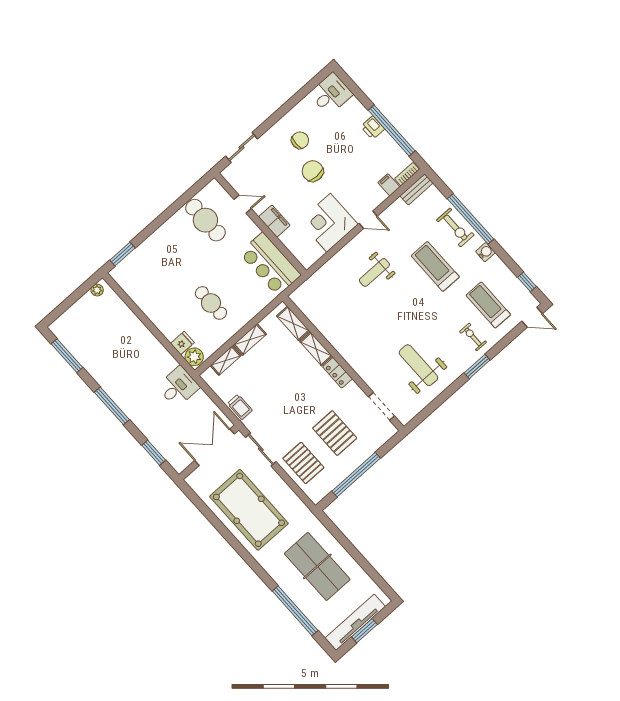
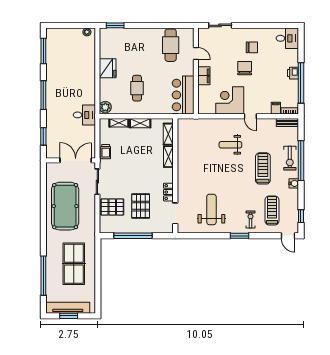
fridge: (182, 343) -> (108, 68), moved, width x1.88, depth x1.34
locker: (337, 373) -> (168, 192), moved
pallet: (303, 463) -> (112, 207), turned 90

